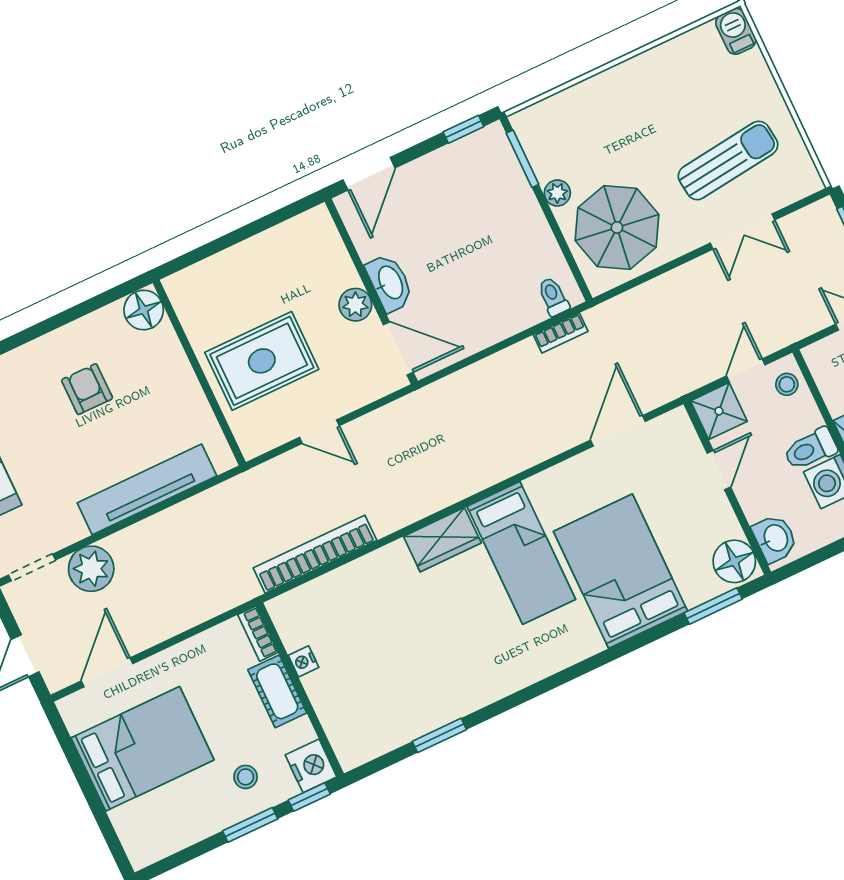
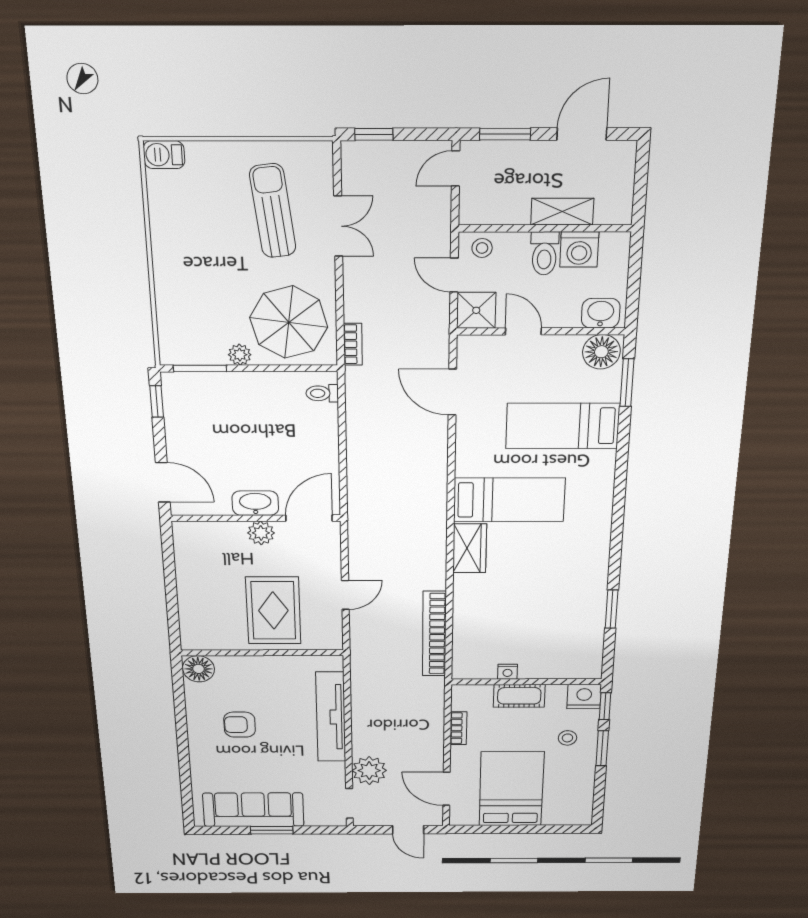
bookcase: (561, 333) -> (353, 344), moved
bed: (621, 571) -> (563, 426), width x0.67
bookcase: (258, 634) -> (458, 728), moved, turned -90

